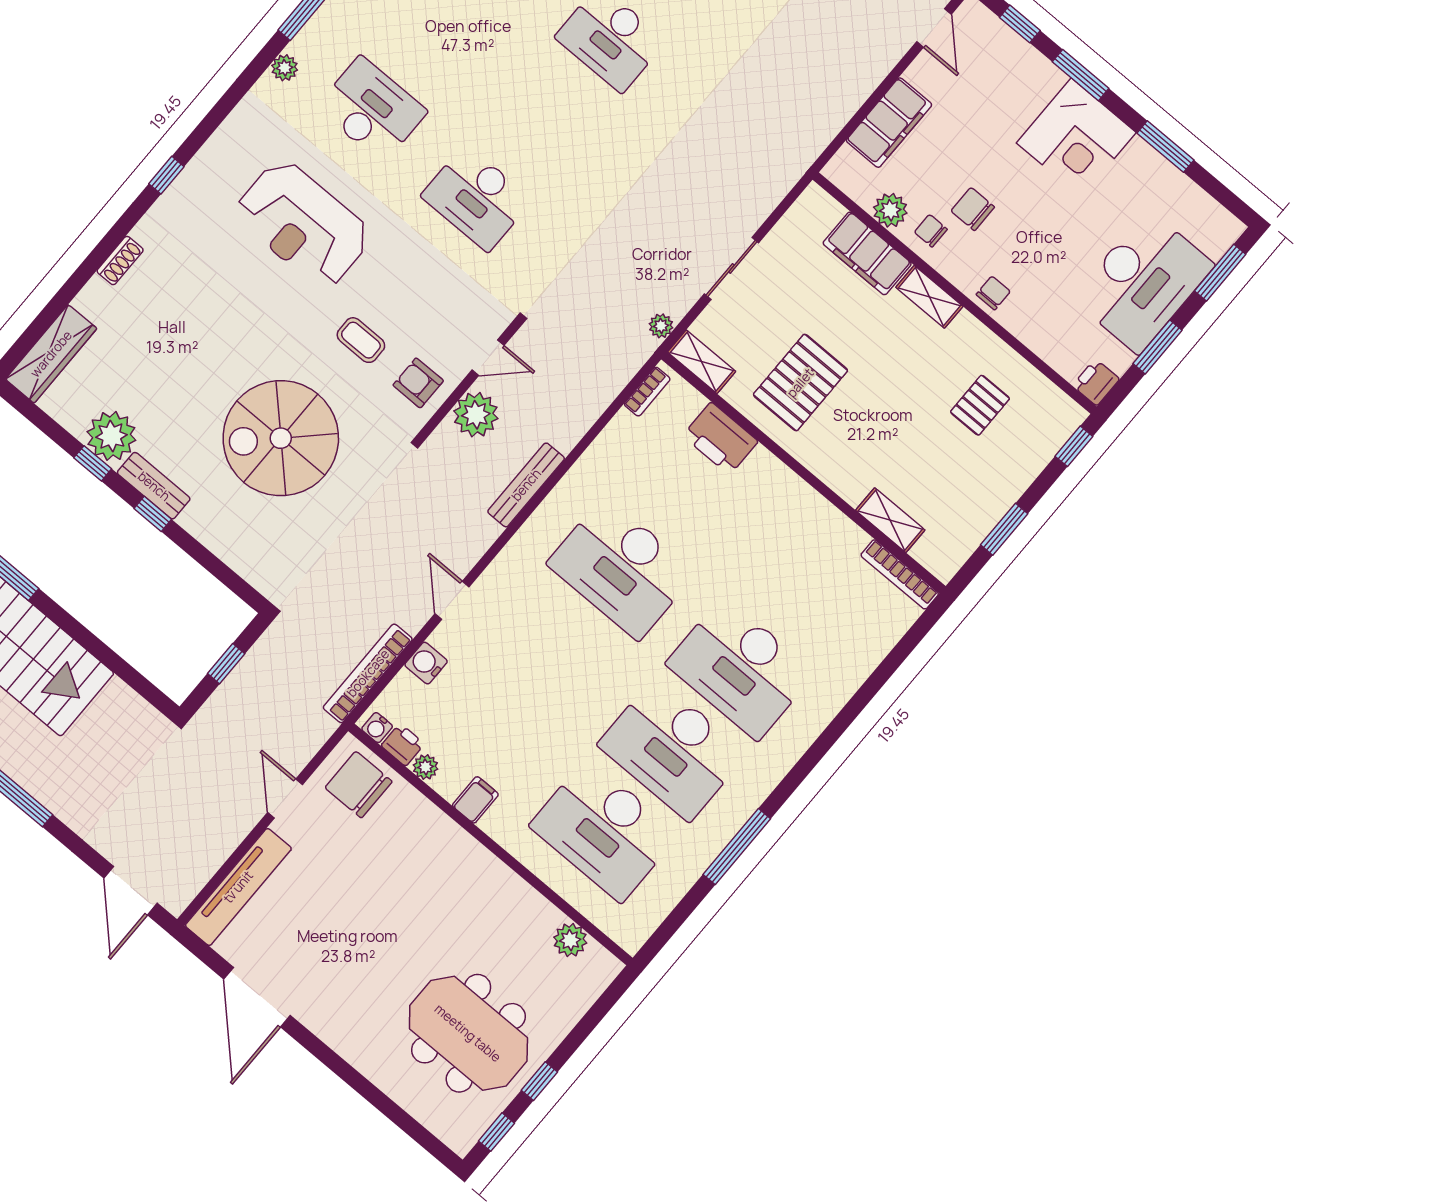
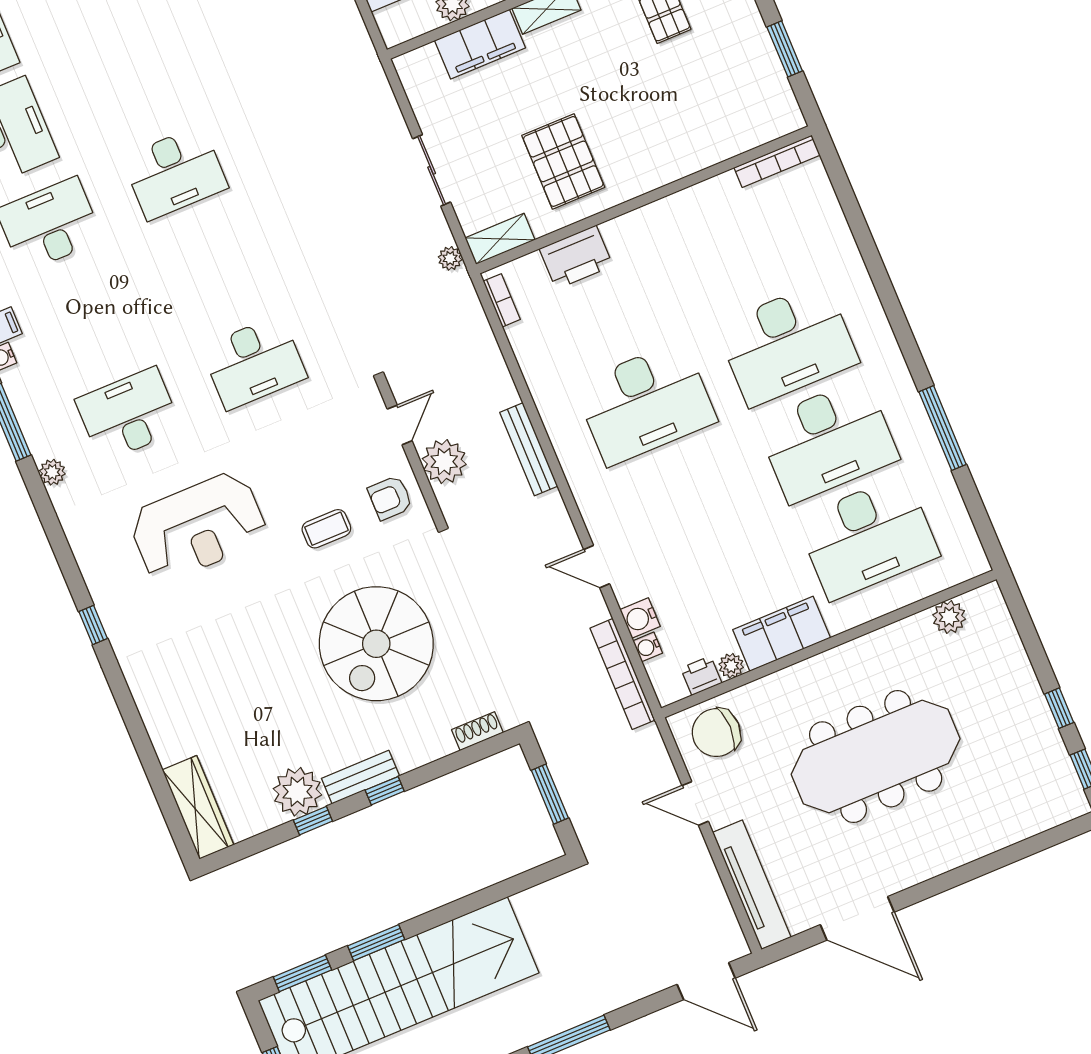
shoe rack: (120, 261) -> (477, 731), moved, turned -90
shelving: (890, 520) -> (725, 145), removed
window: (226, 664) -> (550, 794), width x1.50
water cooler: (377, 728) -> (648, 647), moved, turned 90
filing cabinet: (475, 800) -> (782, 634), width x3.00, depth x1.17
meeting table: (468, 1033) -> (876, 757), moved, width x1.36

